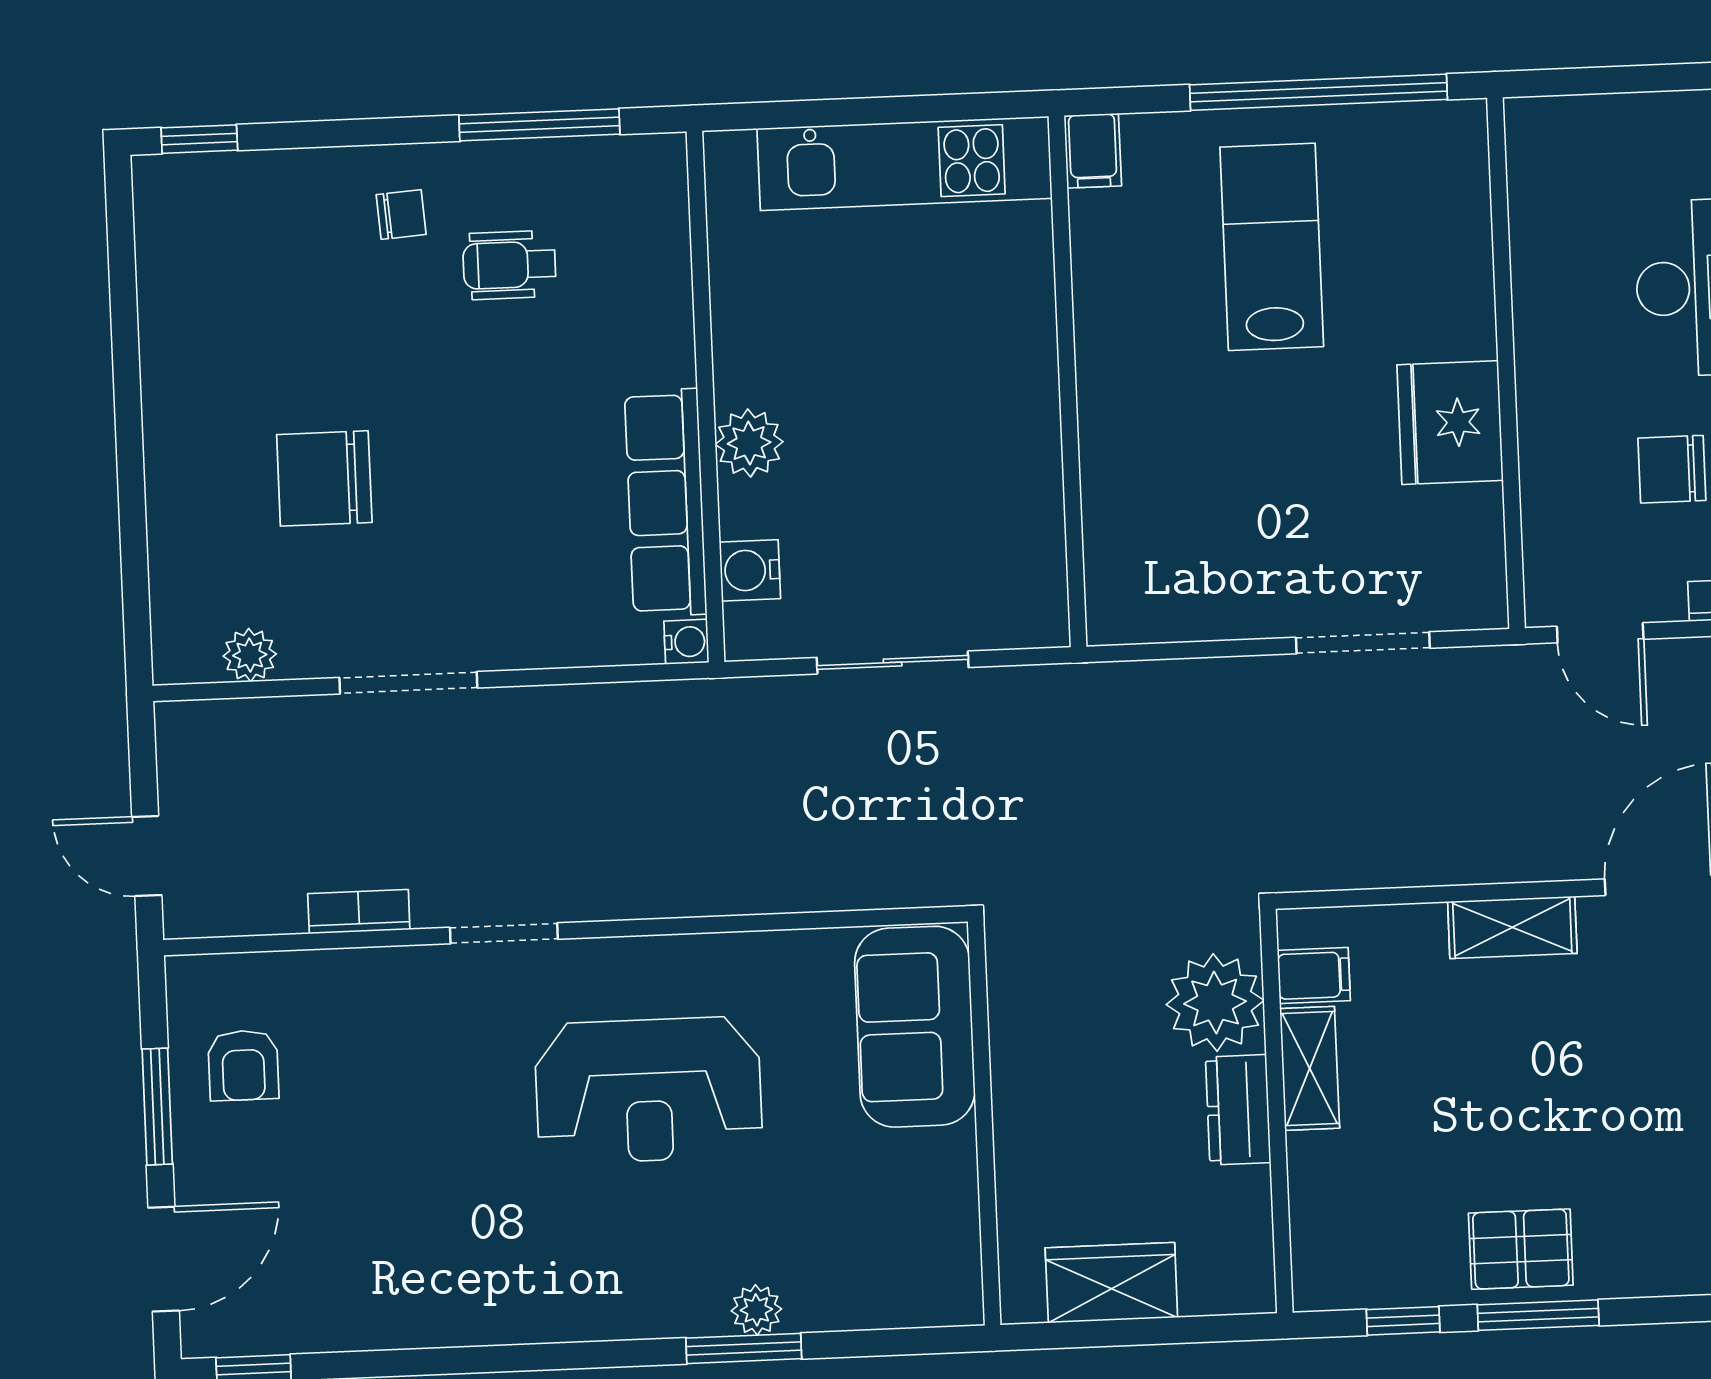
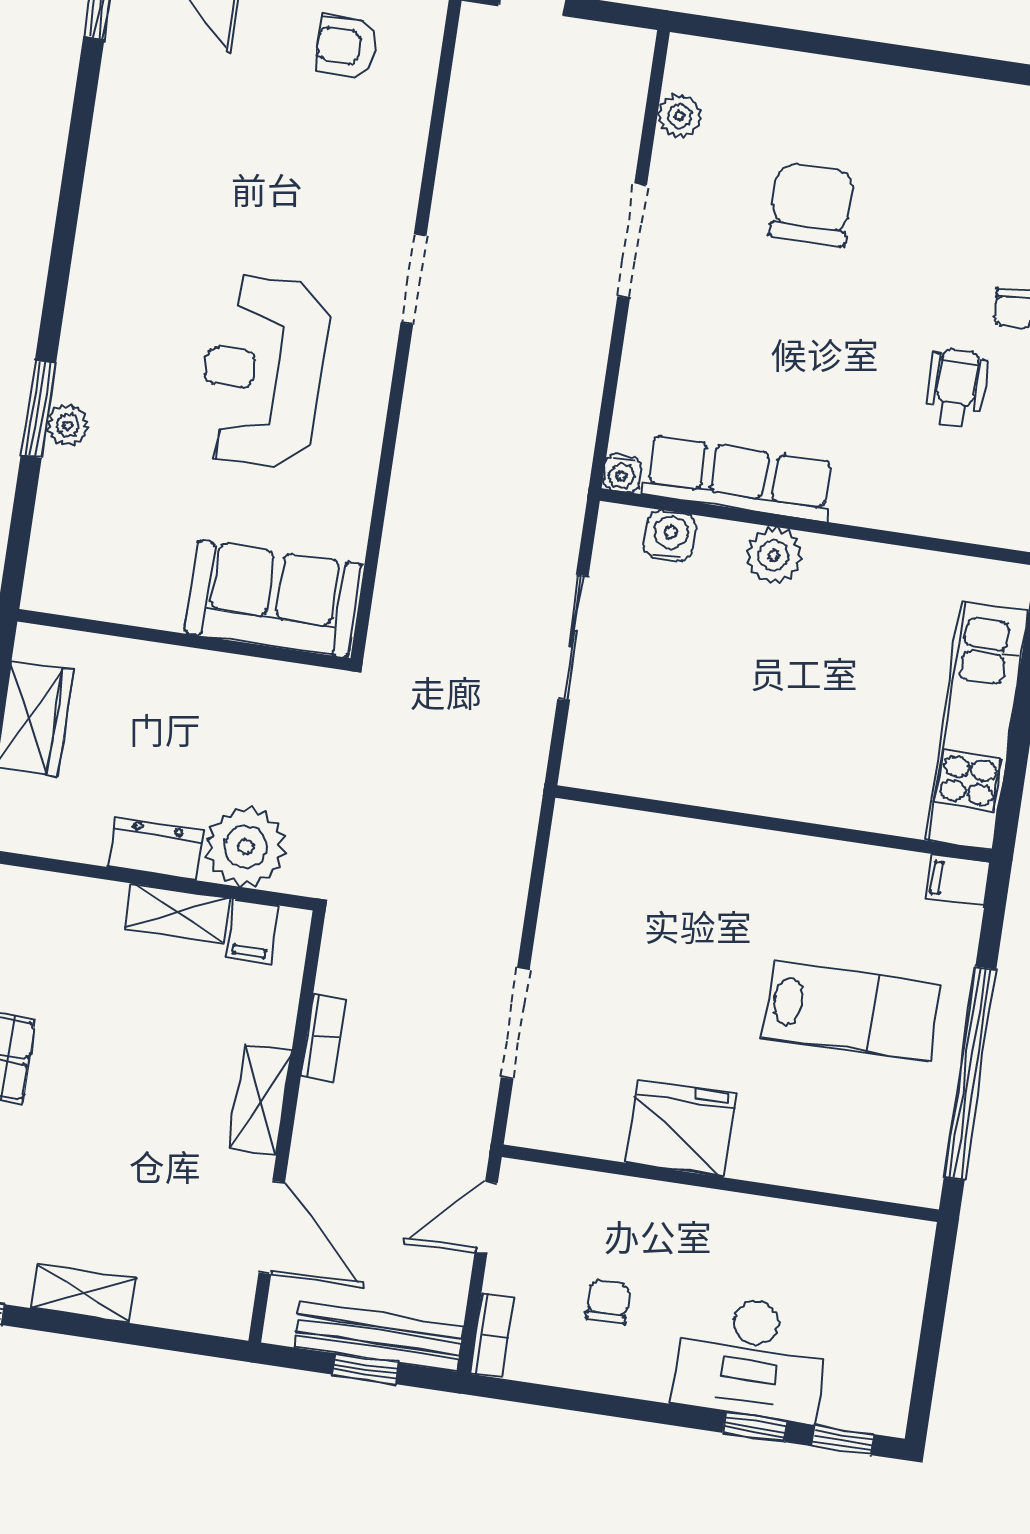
chair: (1672, 469) -> (608, 1302), width x0.73, depth x0.73
bookcase: (359, 912) -> (323, 1037), moved

